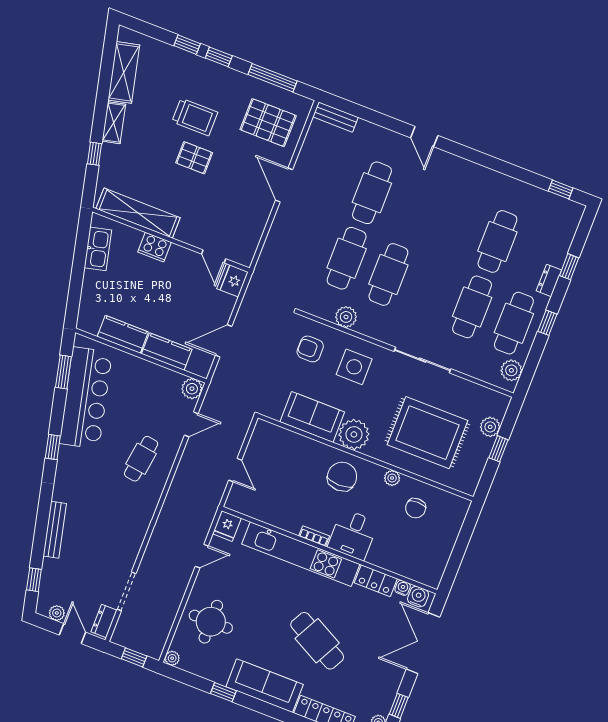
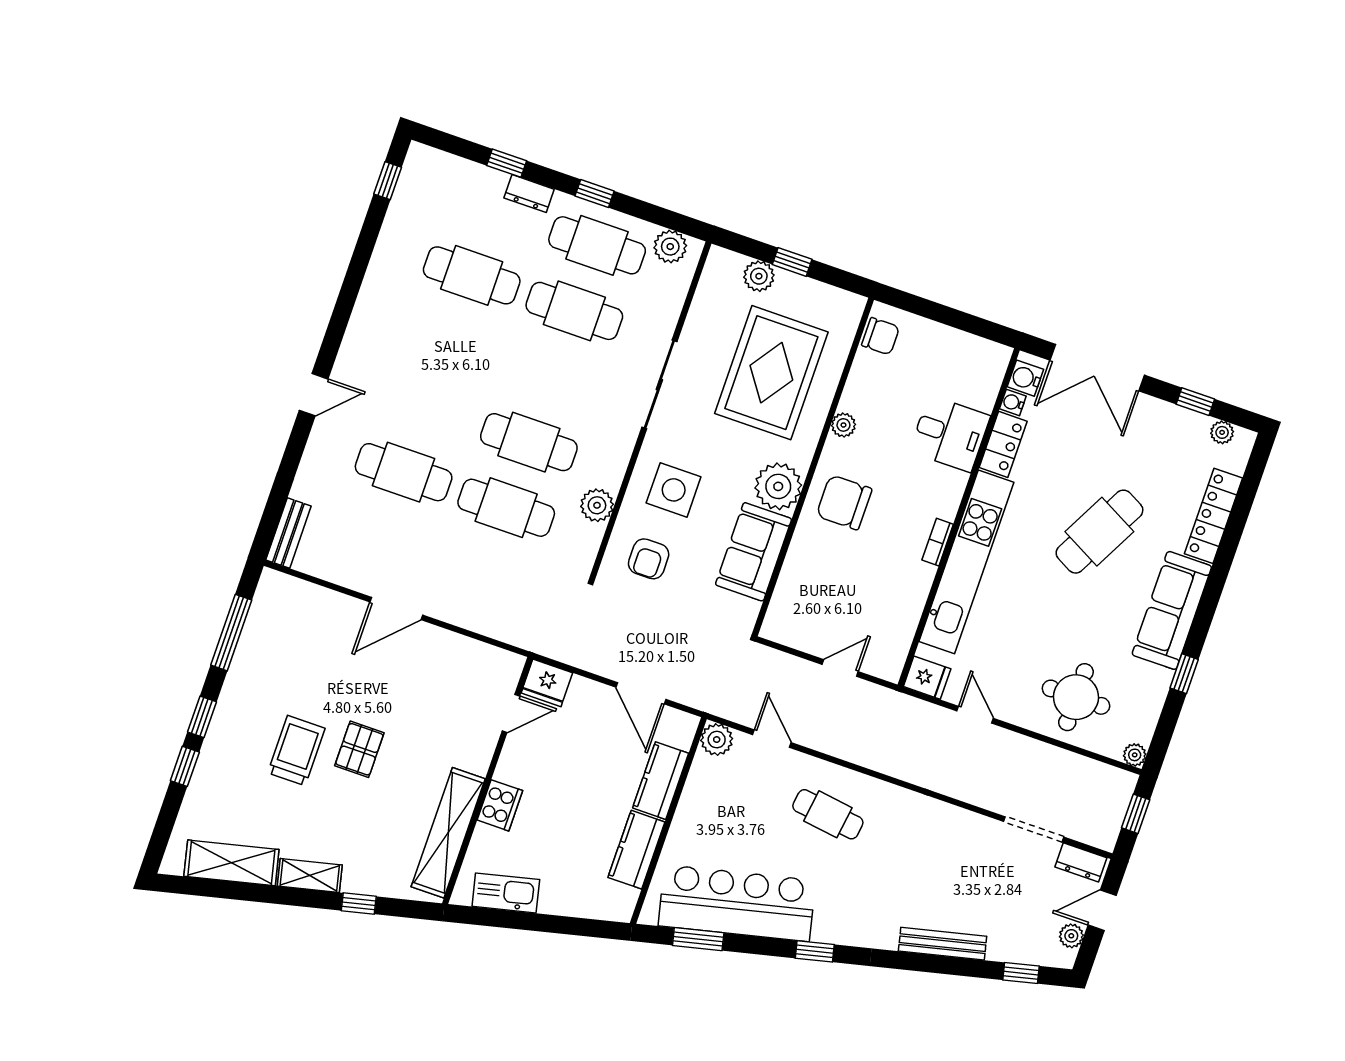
pallet: (268, 123) -> (301, 637), removed
chair: (416, 508) -> (881, 336), moved
desk: (353, 534) -> (950, 434), moved

